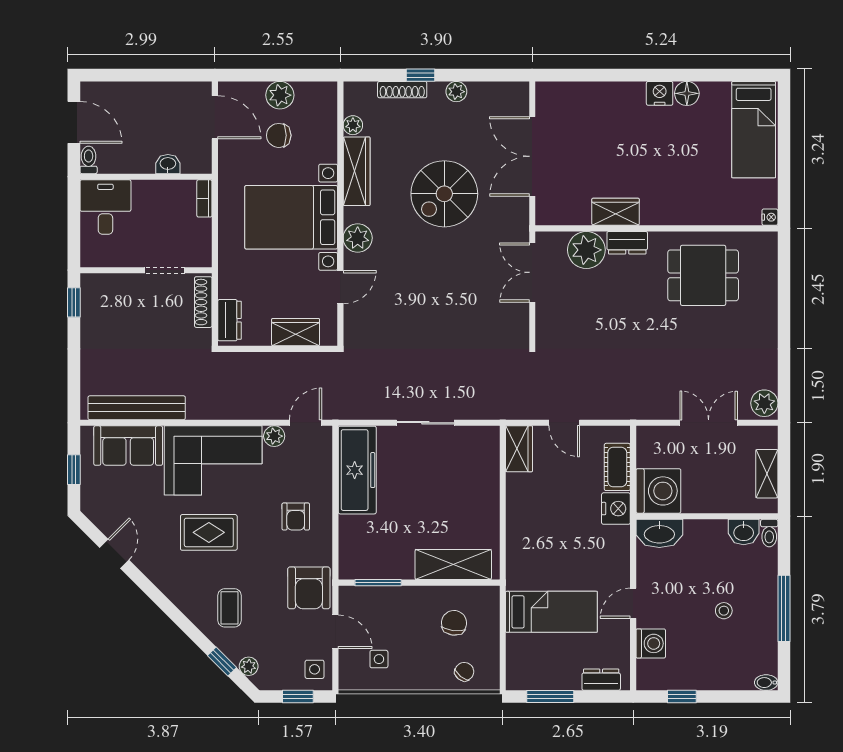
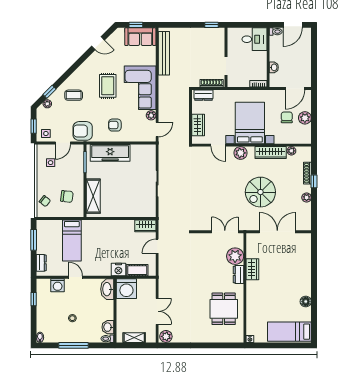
nightstand: (660, 93) -> (306, 289), removed
spiral stairs: (444, 194) -> (260, 192), turned -90
door: (306, 423) -> (157, 129), hinge flipped
sofa: (128, 446) -> (140, 37), moved, turned -90
freezer: (357, 470) -> (110, 153), moved

